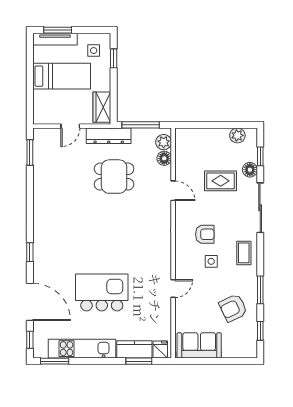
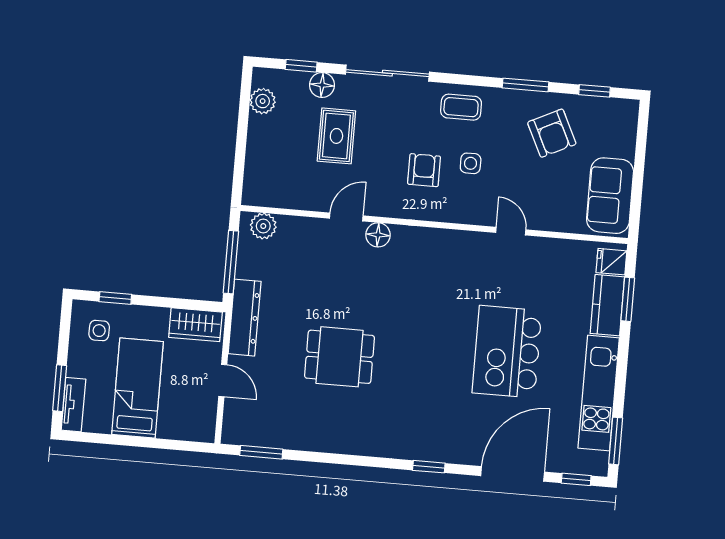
tv unit: (55, 39) -> (73, 405), width x0.71
floor lamp: (164, 158) -> (378, 235), moved
dining table: (114, 177) -> (340, 357), moved, turned 90

